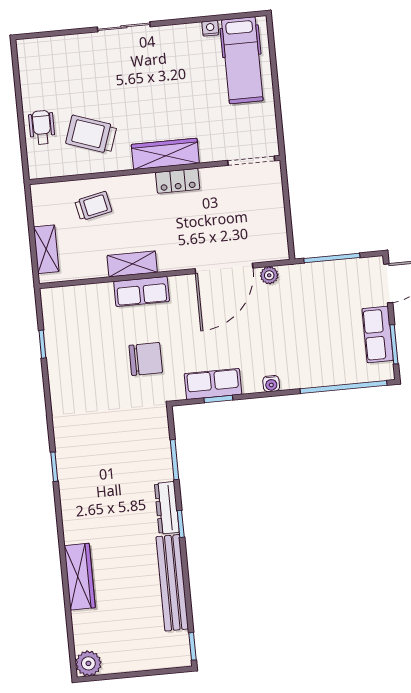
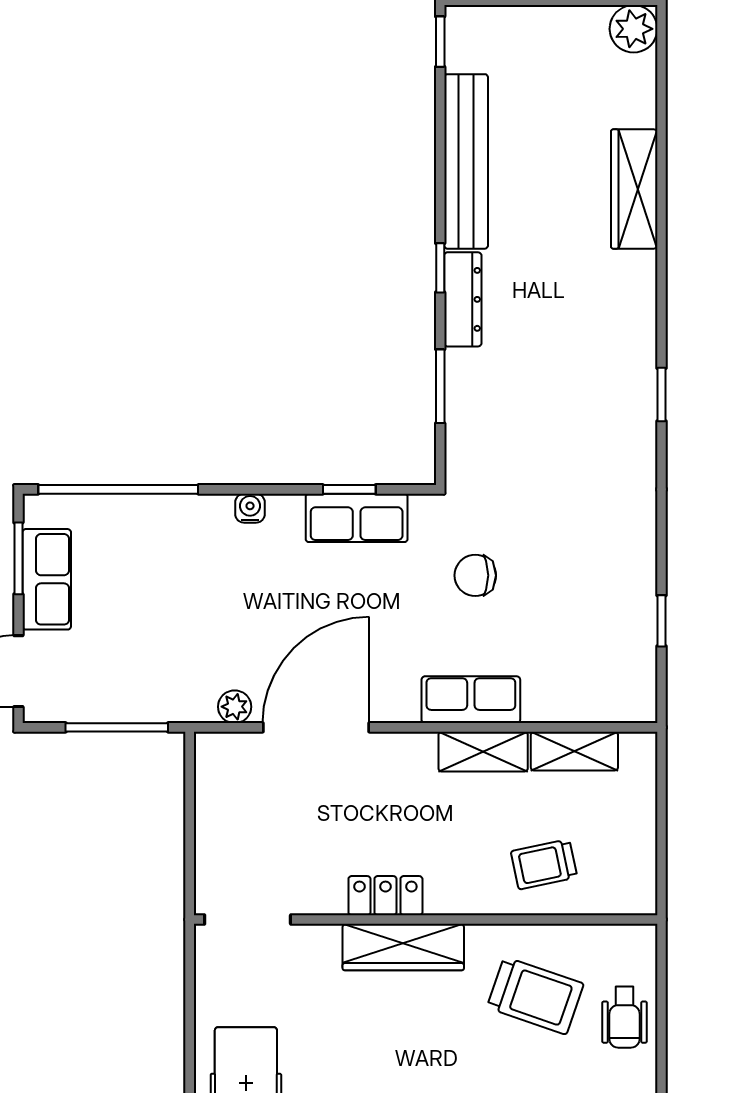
shelving: (46, 249) -> (574, 751), moved, turned 90
chair: (146, 359) -> (475, 575), width x0.73, depth x0.73

